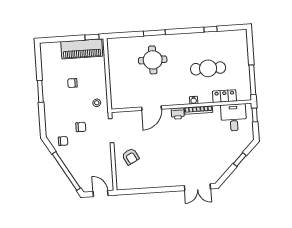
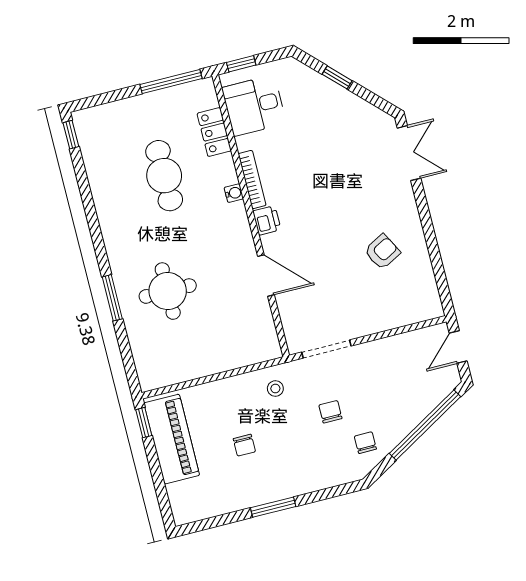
window: (210, 29) -> (71, 135), moved
armchair: (131, 157) -> (382, 252), moved

